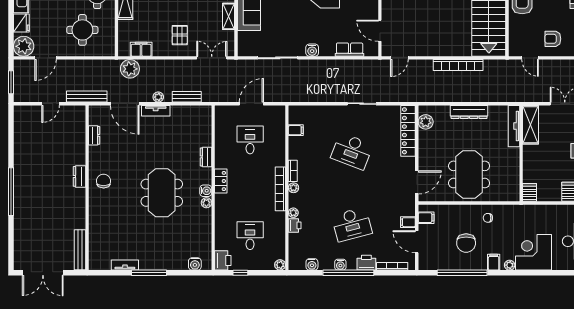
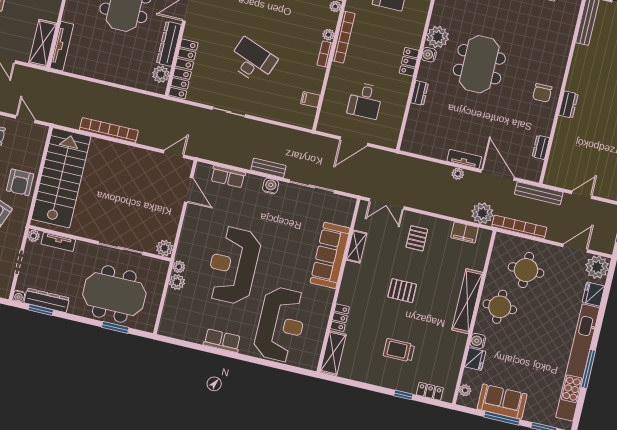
bookcase: (96, 65) -> (519, 227), added
bench: (187, 97) -> (268, 168), moved
dresser: (469, 112) -> (169, 44), moved, turned -90
plant: (206, 203) -> (438, 37), width x1.87, depth x1.87

